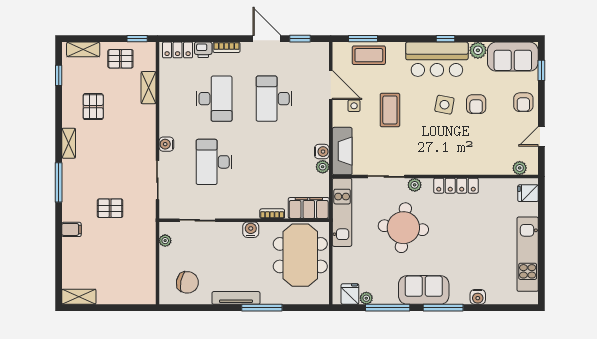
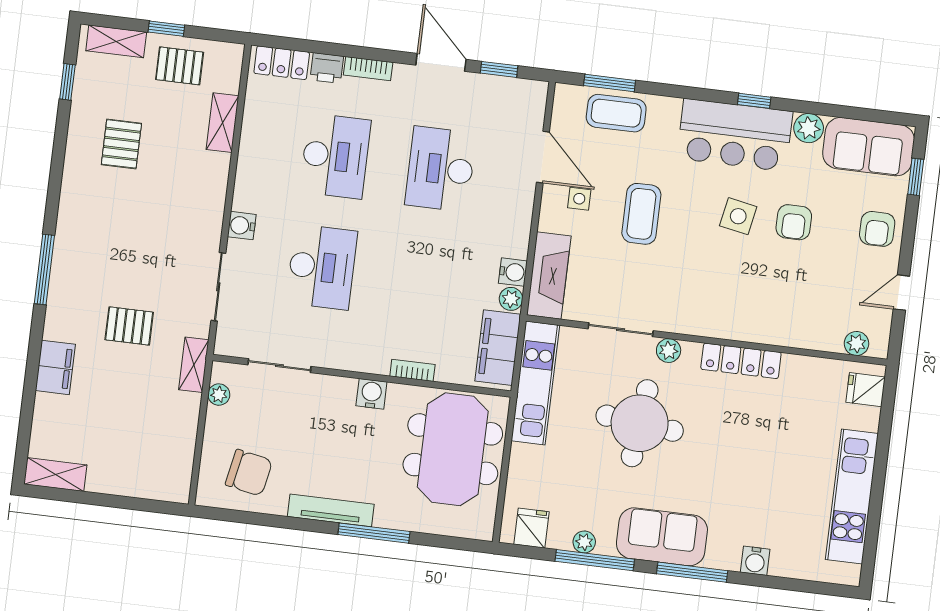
window: (137, 39) -> (166, 29), moved
shelving: (69, 143) -> (194, 365), moved
desk: (214, 162) -> (322, 267), turned 180
filing cabinet: (309, 208) -> (498, 348), moved, turned -90
filing cabinet: (71, 229) -> (55, 367), width x2.00
plant: (366, 298) -> (584, 542), moved

